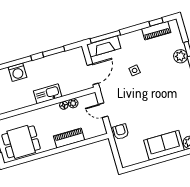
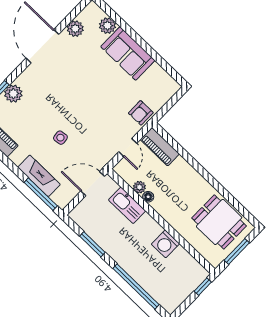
fireplace: (104, 46) -> (39, 176), moved
washing machine: (18, 72) -> (165, 244), moved, turned 180
kitchen sink: (48, 94) -> (127, 205), moved
piano: (69, 138) -> (160, 147), moved

